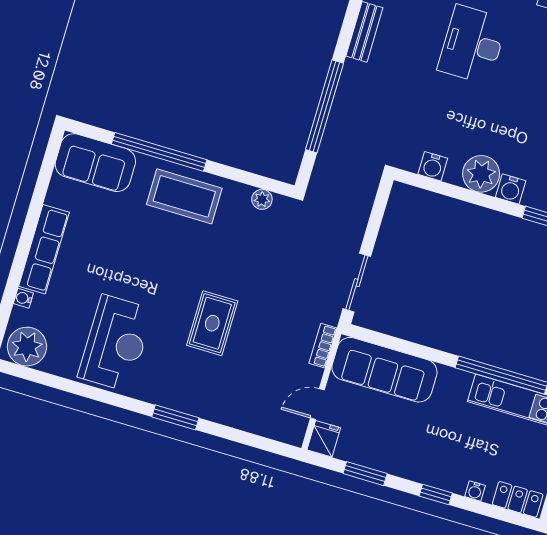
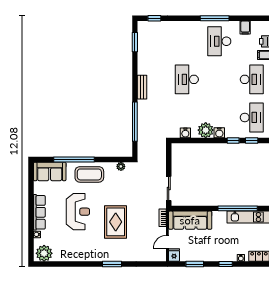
rug: (212, 323) -> (116, 222), width x1.36, depth x1.43
reception desk: (116, 343) -> (78, 212), moved

